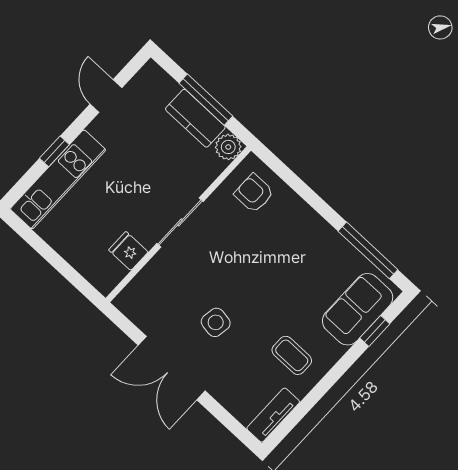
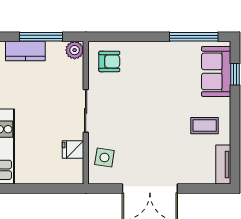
kitchen counter: (195, 118) -> (25, 51), moved
armchair: (254, 193) -> (109, 61), turned 180
side table: (216, 322) -> (104, 157), moved

